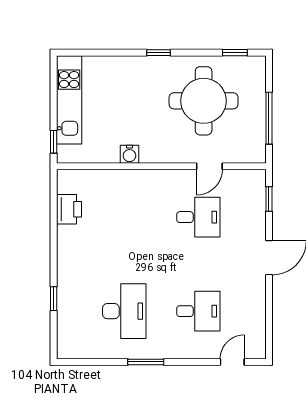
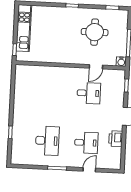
round table: (204, 101) -> (95, 32), width x0.73, depth x0.73
water cooler: (129, 154) -> (121, 62), moved
printer: (69, 209) -> (116, 139), moved, turned 180
door: (232, 362) -> (89, 170), moved

